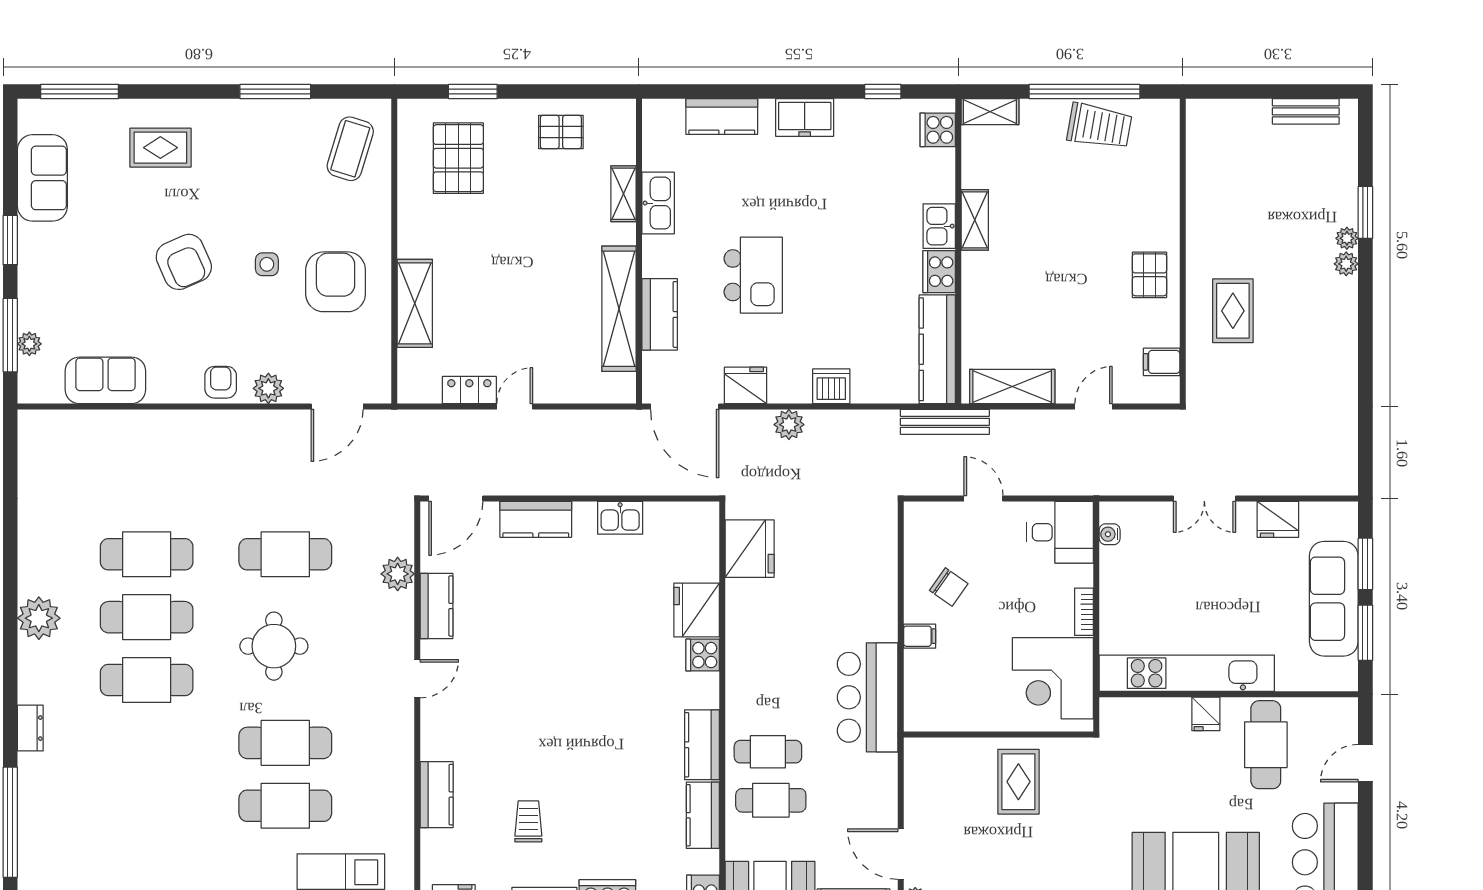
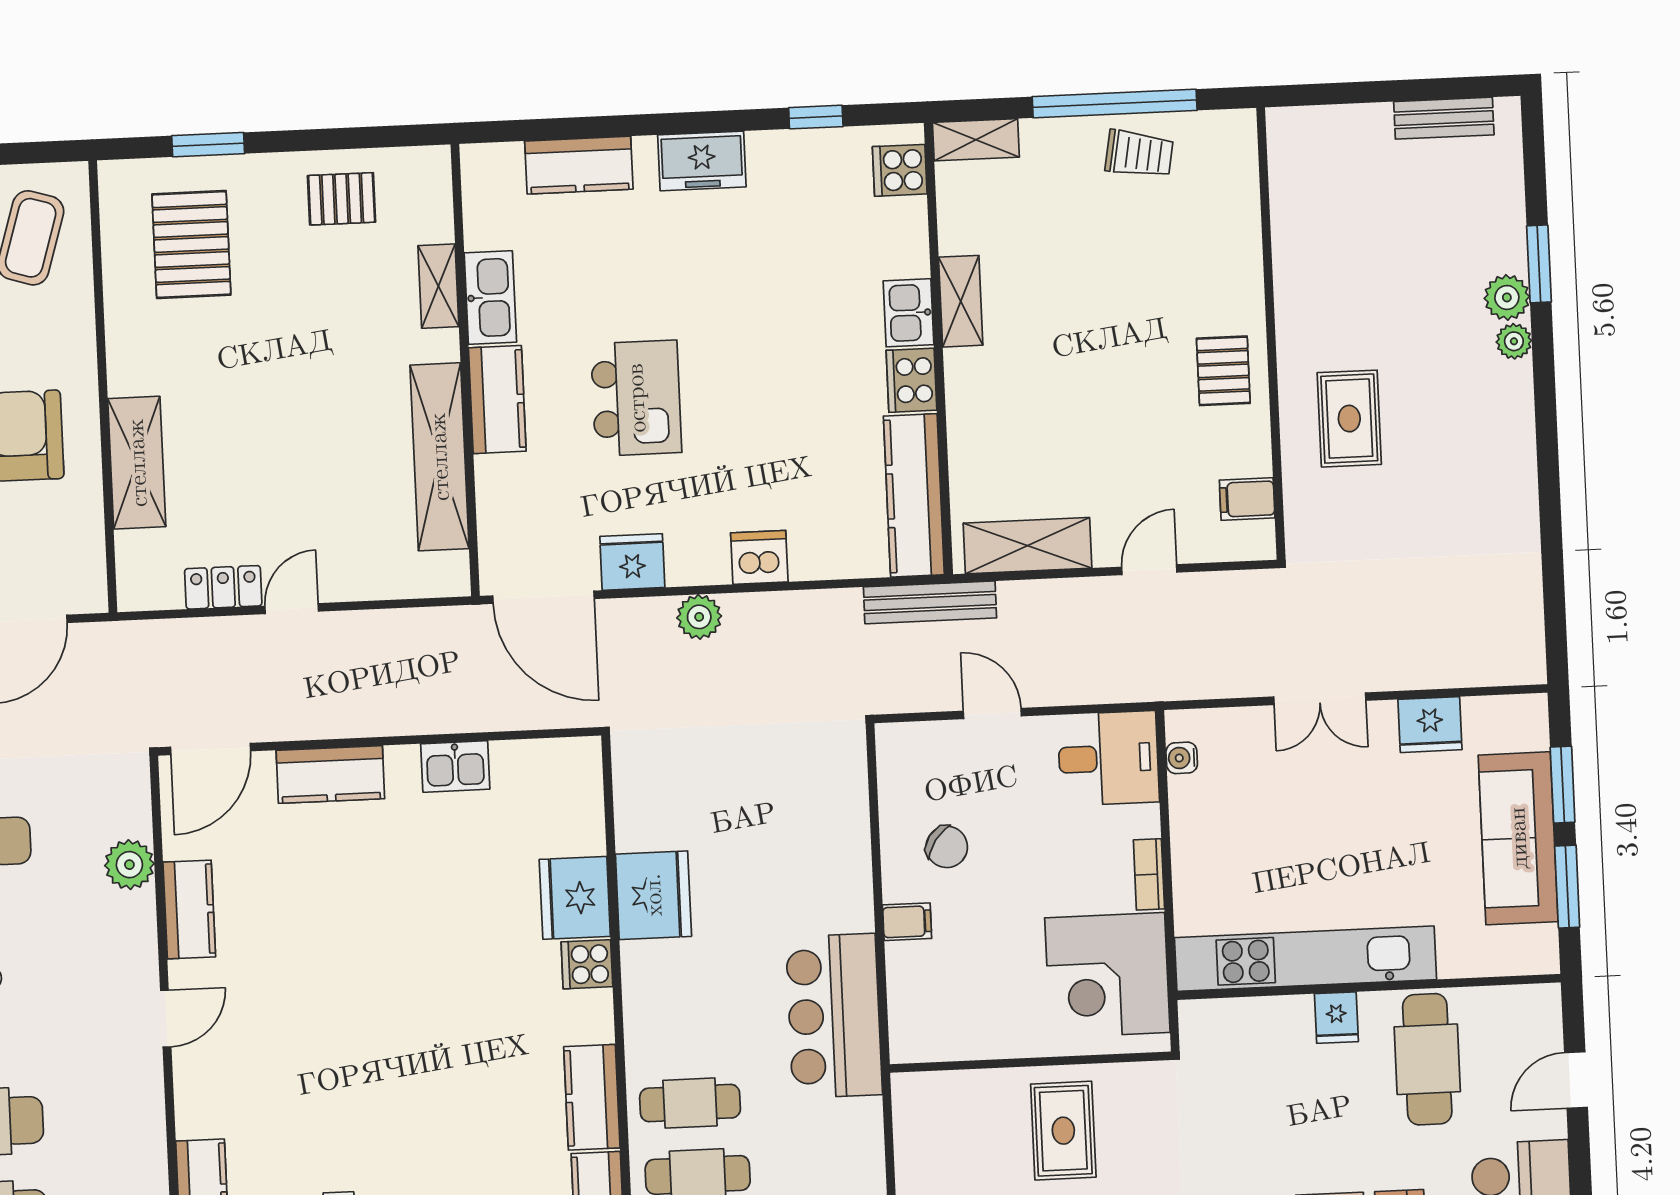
trolley: (1099, 126) -> (1139, 154), width x0.73, depth x0.72
plant: (1347, 238) -> (1507, 297), width x1.38, depth x1.38
kitchen counter: (660, 314) -> (497, 400), moved
fridge: (750, 549) -> (653, 895), moved

